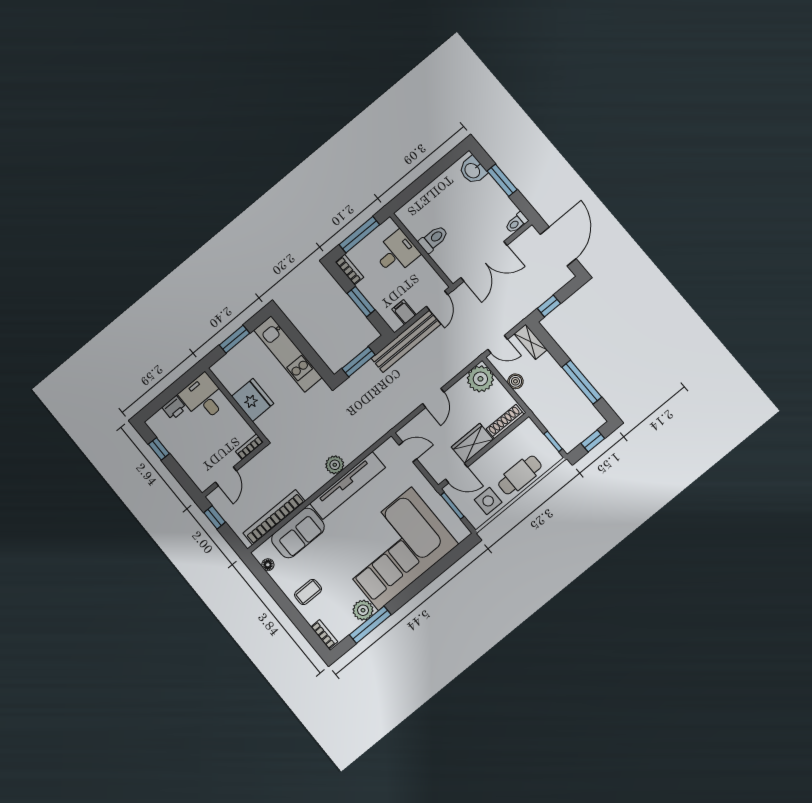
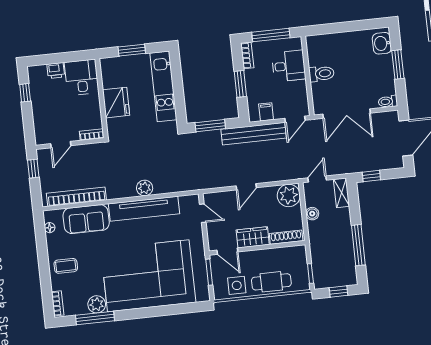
door: (498, 344) -> (317, 179), swing flipped

